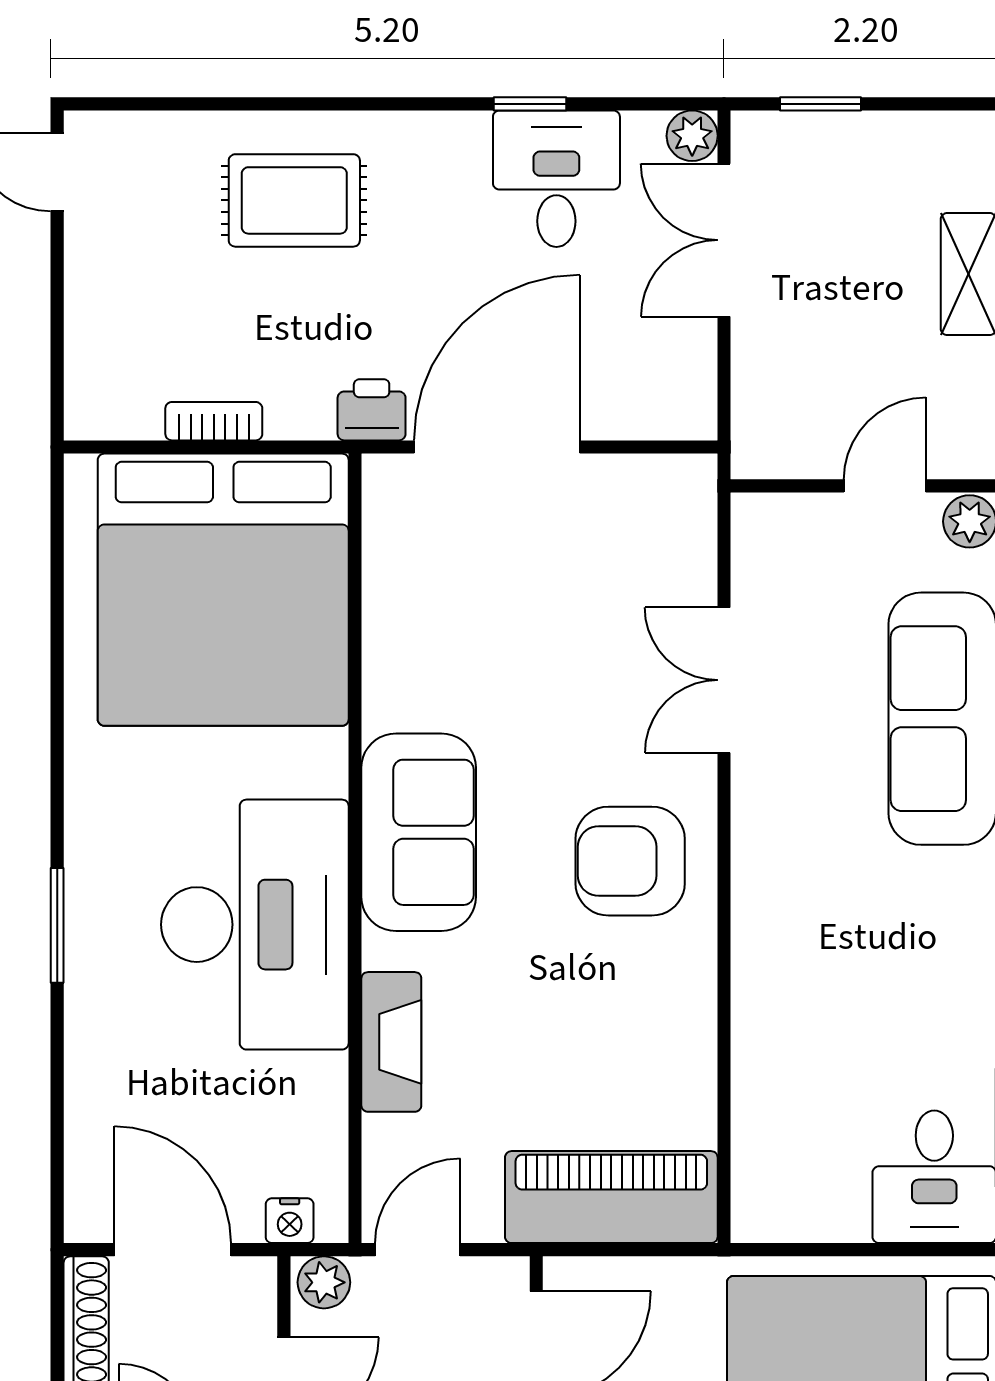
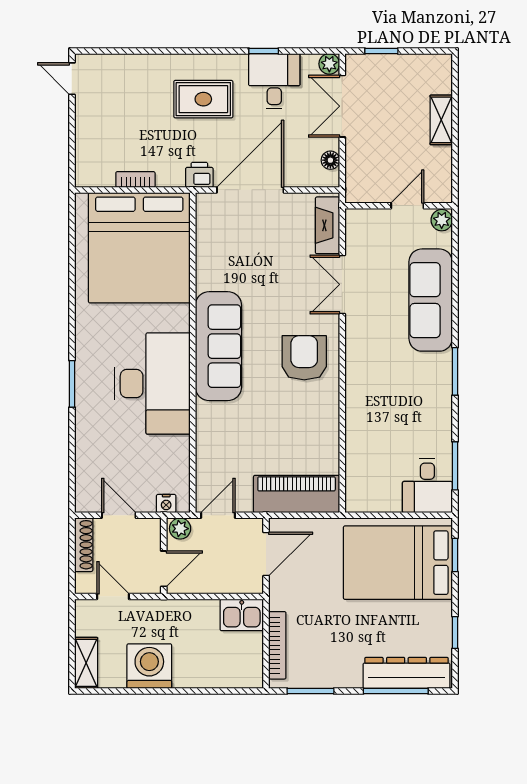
rug: (294, 200) -> (203, 99), moved
floor lamp: (695, 374) -> (330, 160), added
sofa: (419, 832) -> (218, 346), width x1.36
armchair: (630, 861) -> (304, 358), turned 90
fireplace: (391, 1042) -> (327, 225), moved, turned 180
door: (173, 1250) -> (119, 515), width x0.73

